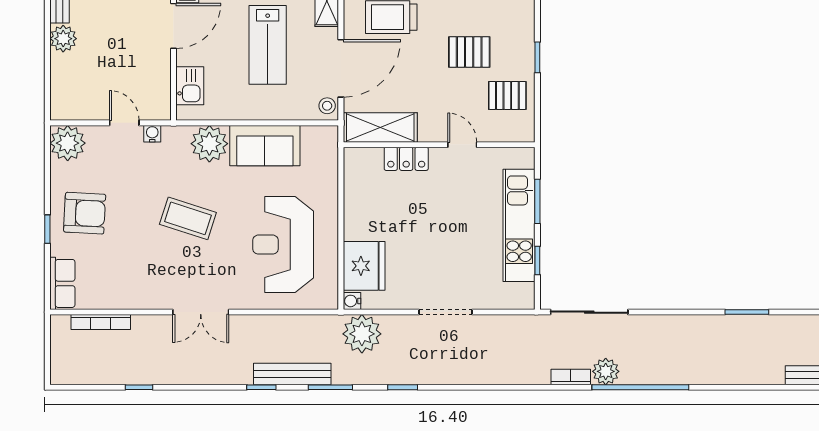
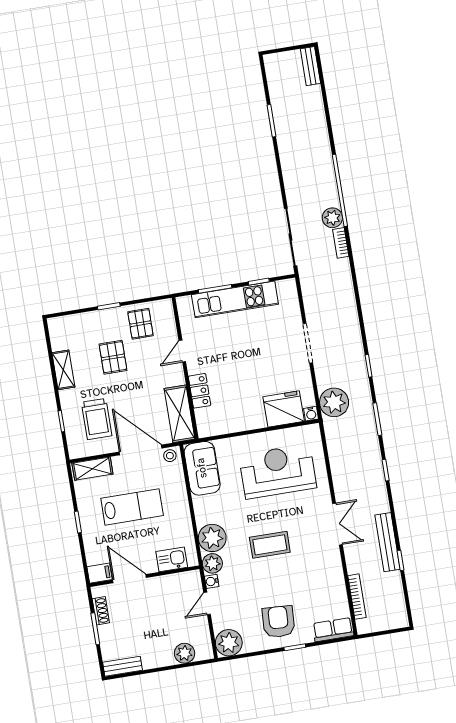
plant: (63, 39) -> (185, 653), moved
plant: (176, 139) -> (212, 563), added
sofa: (265, 146) -> (202, 468), moved
coffee table: (188, 218) -> (270, 545), turned 72
reception desk: (283, 245) -> (278, 471), turned 180
bench: (292, 374) -> (387, 542), moved

